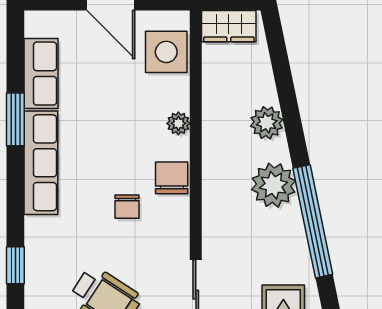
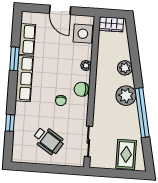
chair: (172, 178) -> (81, 89), turned -90

